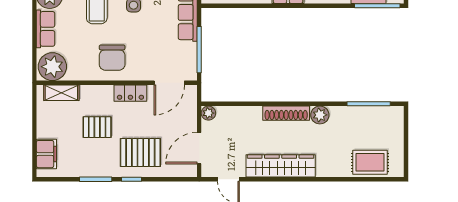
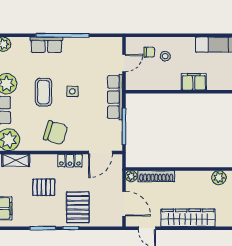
chair: (112, 58) -> (56, 133), turned -73
shoe rack: (286, 113) -> (156, 176), moved
door: (199, 148) -> (124, 204), swing flipped
pallet: (140, 153) -> (78, 207), turned 90

